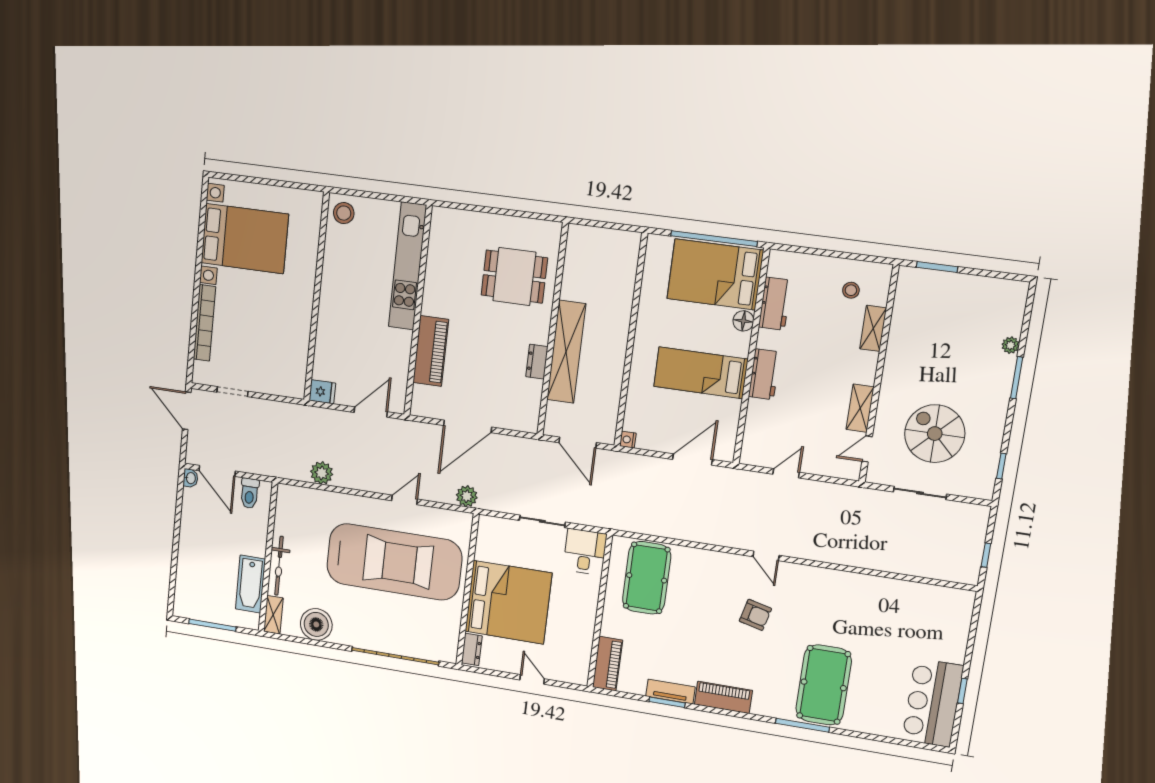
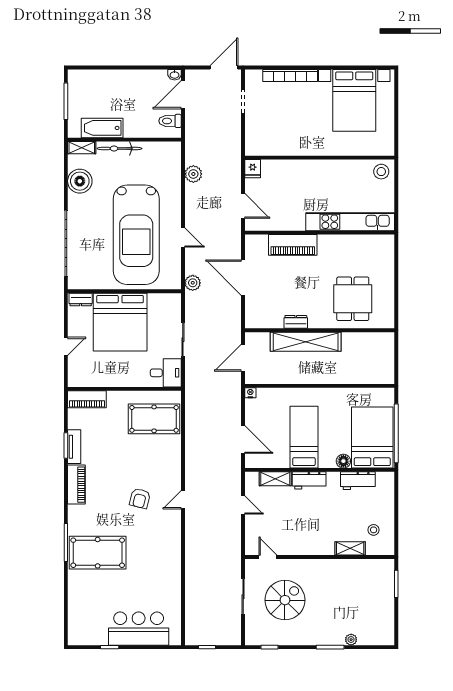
shelving: (860, 408) -> (275, 479), moved
bar counter: (933, 703) -> (139, 629), moved

